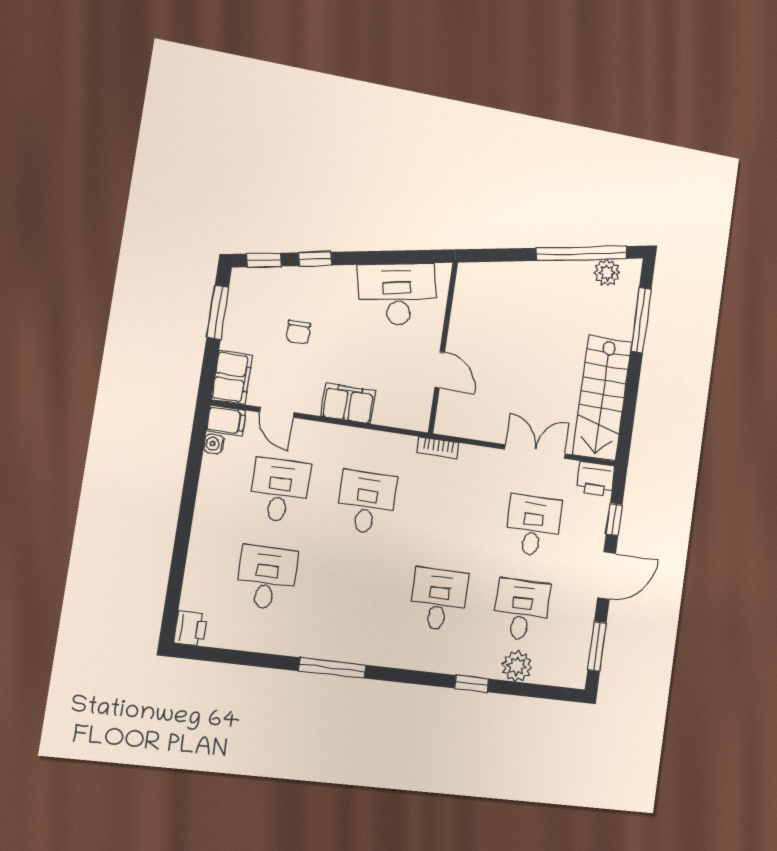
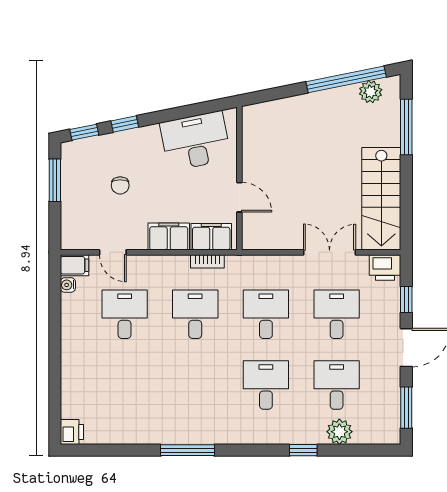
filing cabinet: (232, 377) -> (211, 237), moved, turned -90
bookcase: (438, 448) -> (207, 261), moved
desk: (266, 578) -> (266, 314), moved

